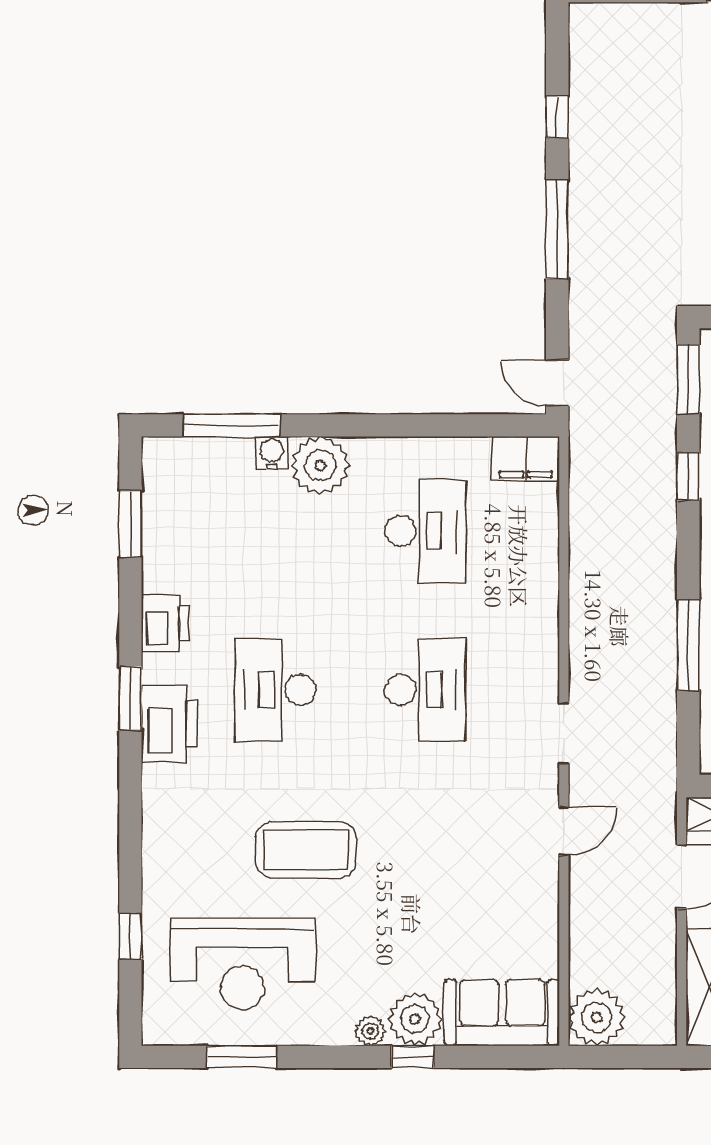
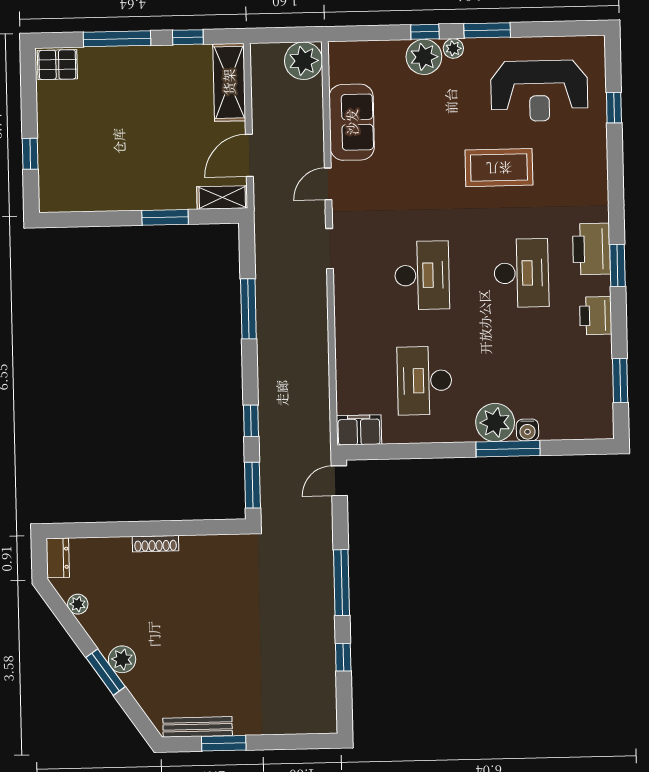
door: (557, 383) -> (339, 481), swing flipped
window: (231, 425) -> (508, 449), moved
desk: (425, 690) -> (422, 275), turned 180
reception desk: (242, 964) -> (539, 91), turned 180
sofa: (502, 1013) -> (352, 122), moved, turned -90
window: (242, 1057) -> (487, 30), moved

